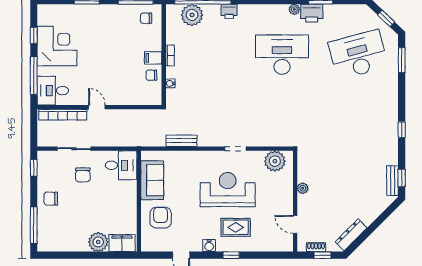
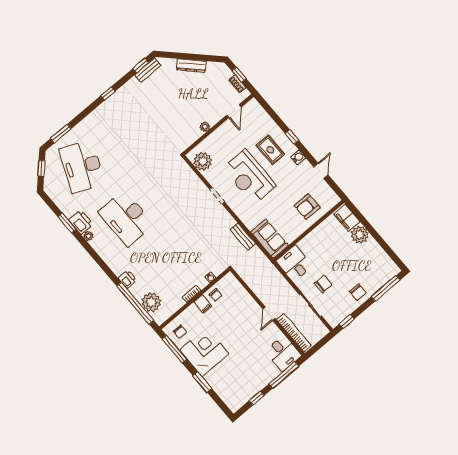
corner desk: (57, 46) -> (204, 352), moved, turned 90
desk: (358, 55) -> (82, 166), turned 39
sofa: (152, 180) -> (269, 239), moved, turned 90
dresser: (351, 235) -> (191, 66), moved

